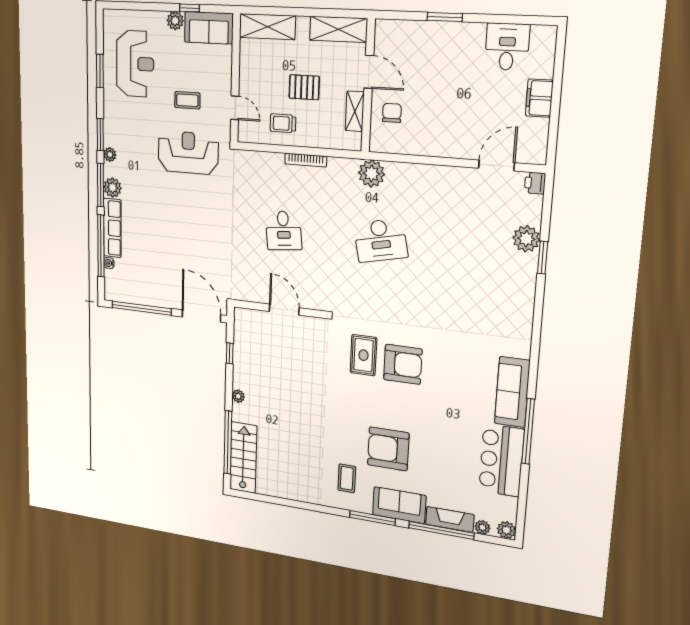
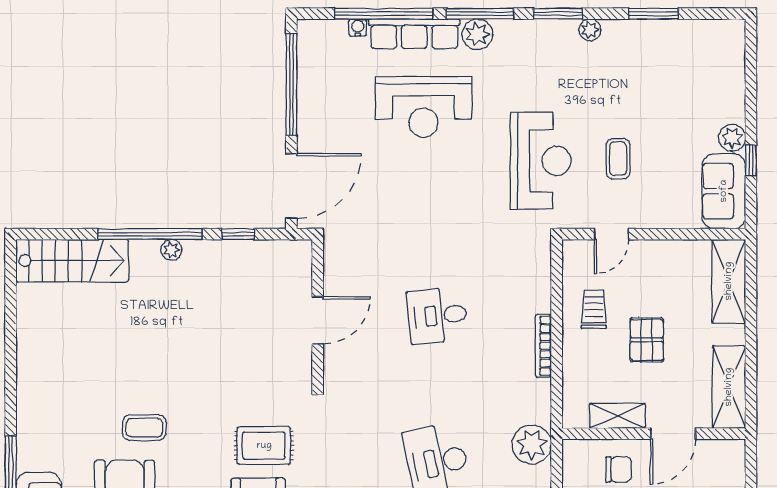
reception desk: (135, 64) -> (423, 107), moved
plant: (110, 155) -> (590, 30), moved
window: (228, 442) -> (150, 234), moved
coffee table: (347, 478) -> (144, 428), moved

